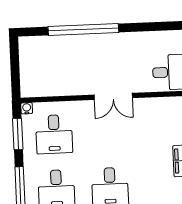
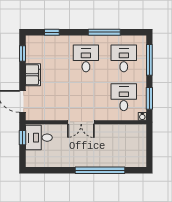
double door: (113, 96) -> (81, 122), swing flipped

